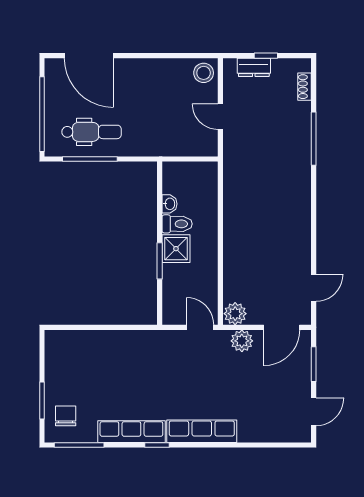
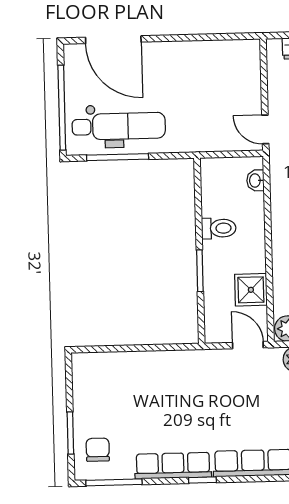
stool: (204, 73) -> (244, 56), removed
door: (220, 117) -> (265, 129), moved
dental chair: (92, 132) -> (119, 126), width x1.36, depth x1.38
washbasin: (169, 204) -> (255, 180), moved, turned 180
shower: (176, 249) -> (251, 290), moved

